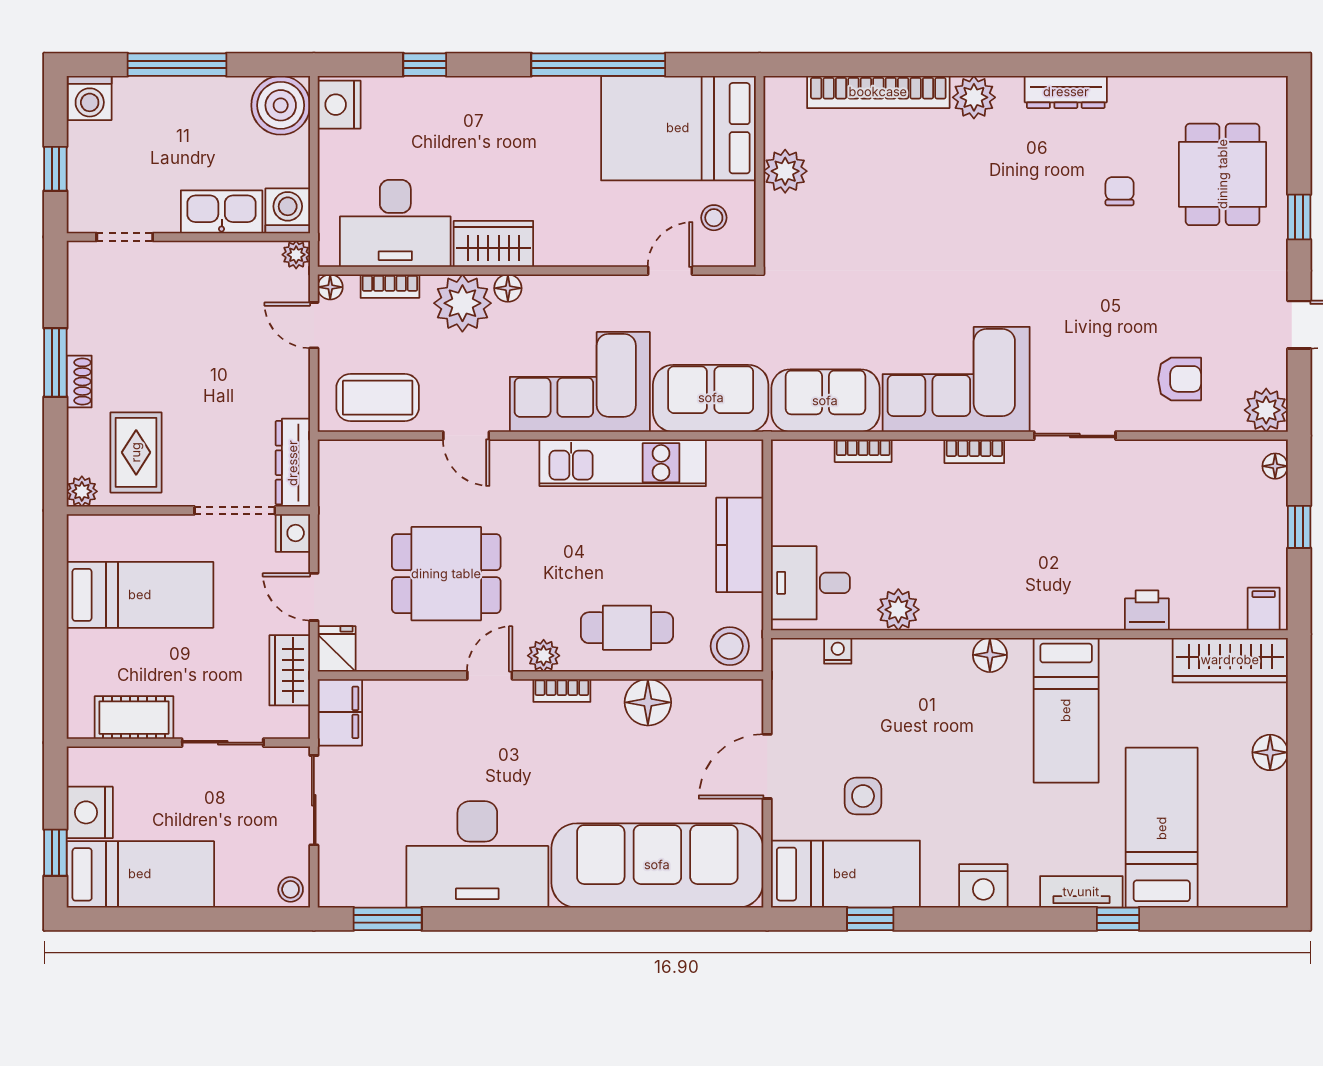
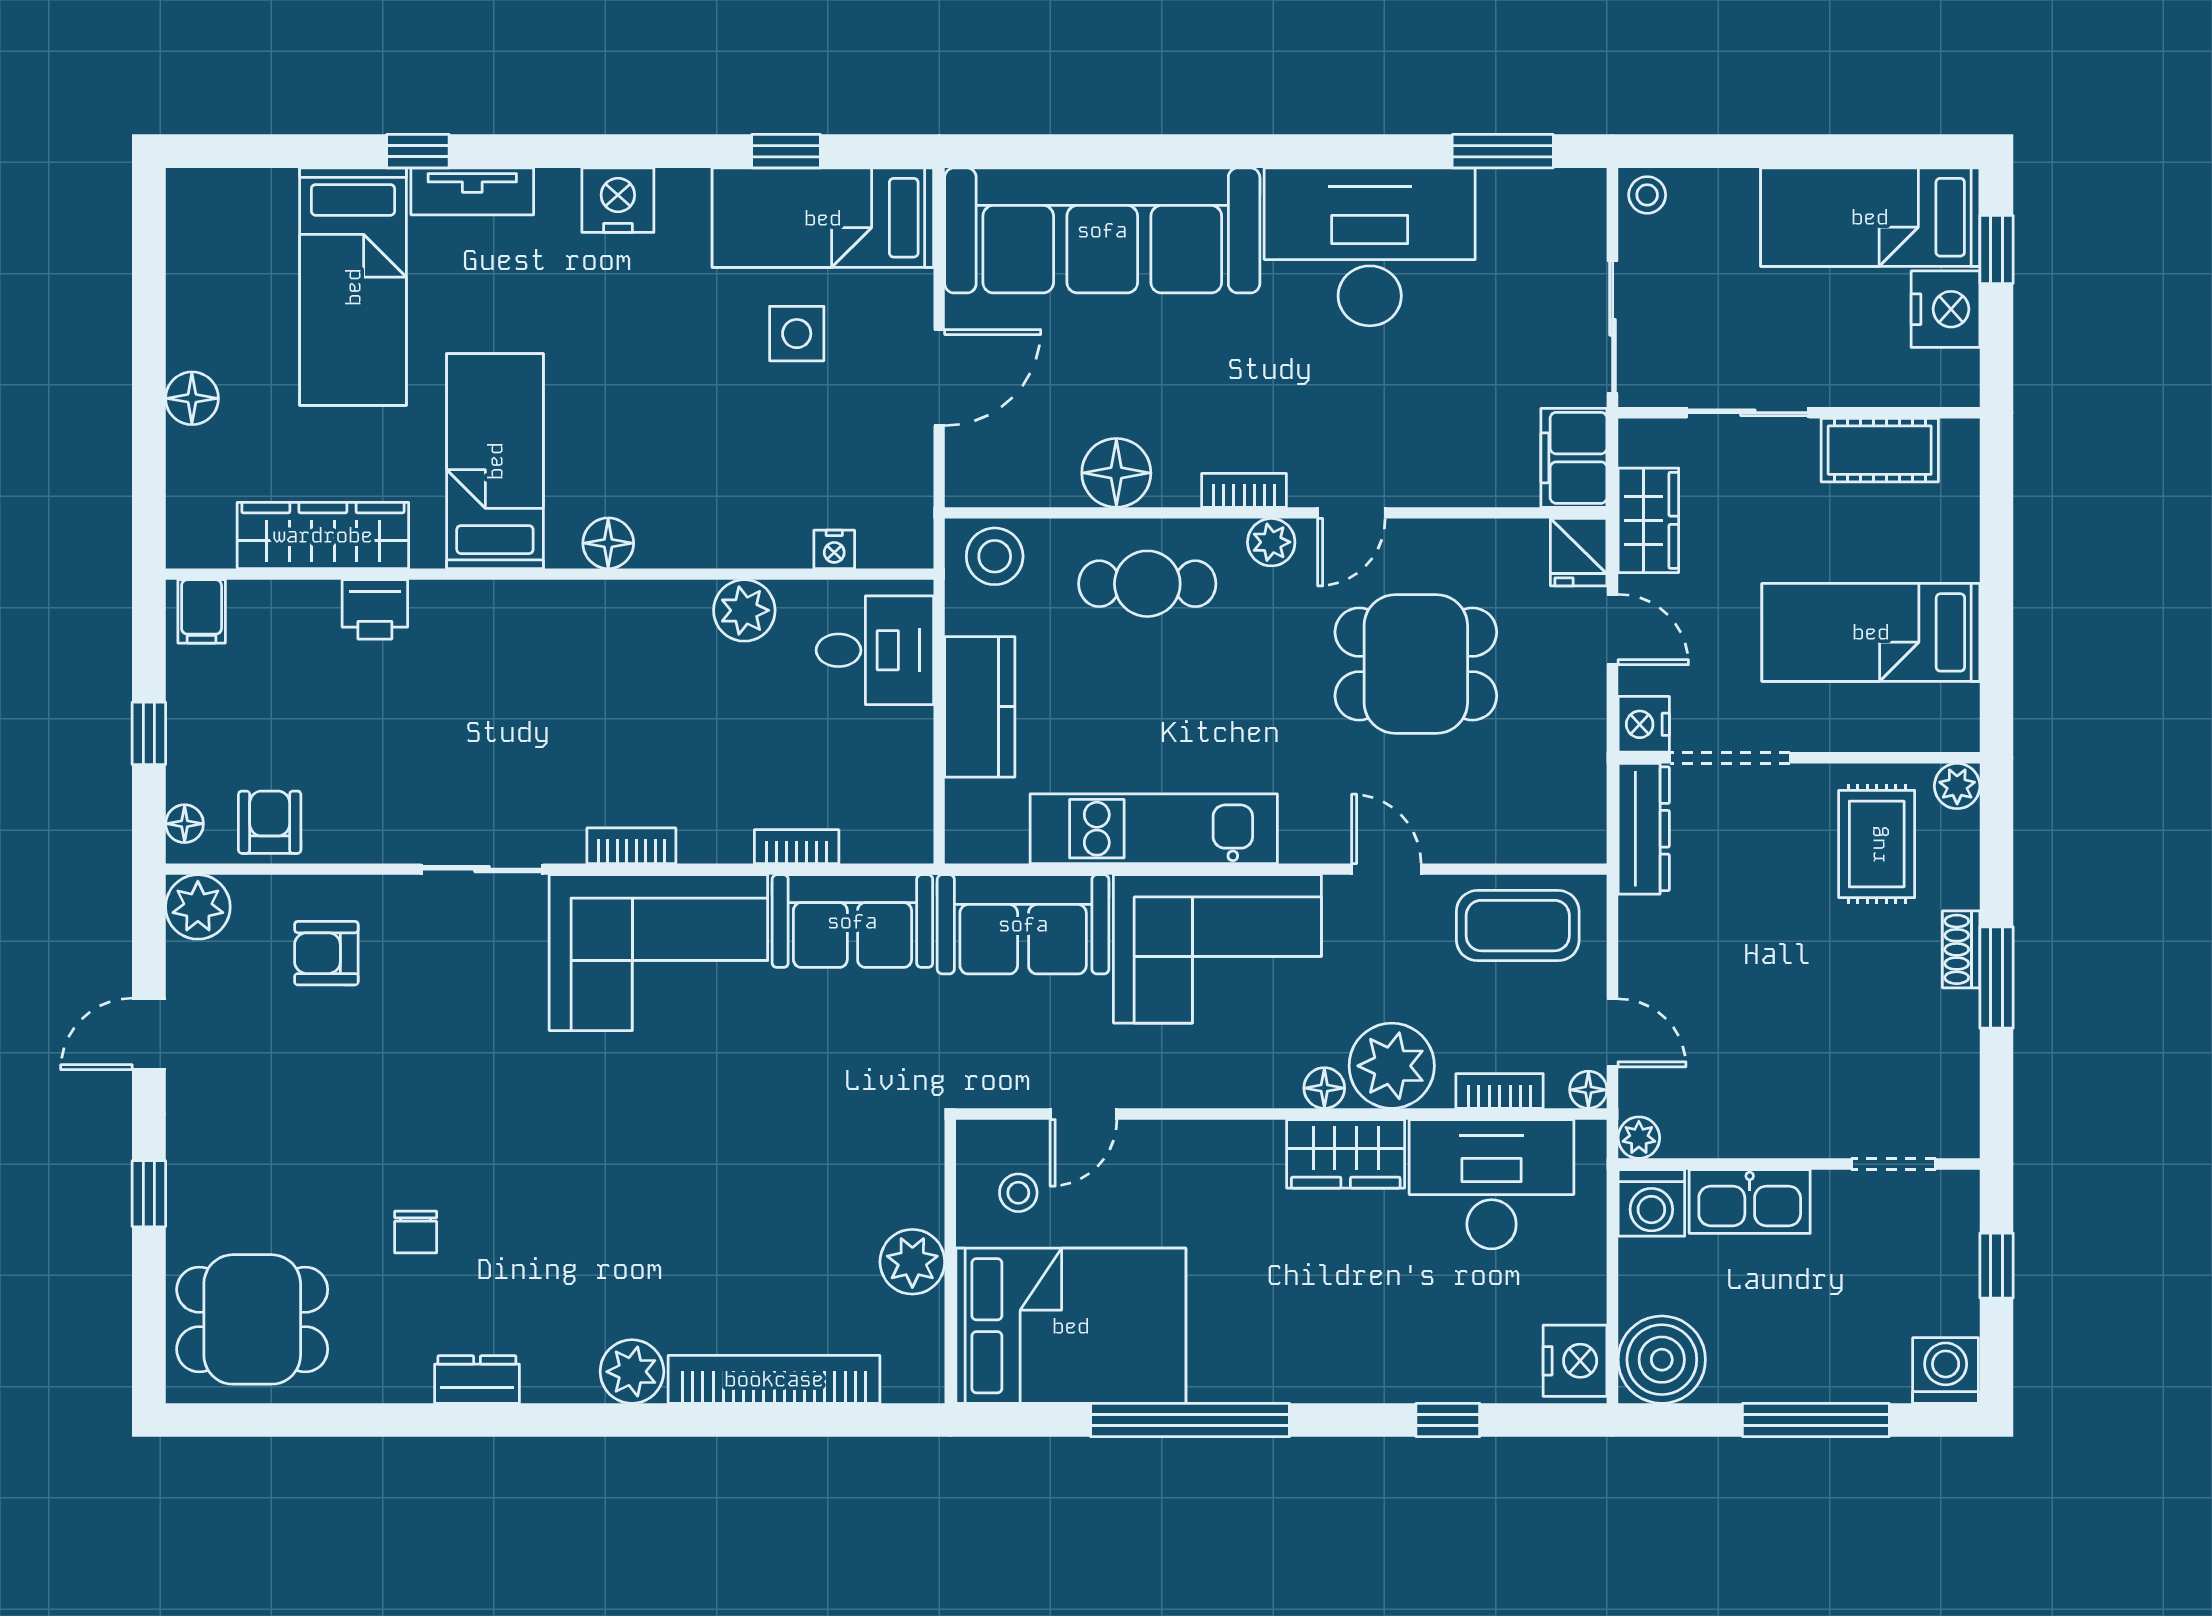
dresser: (1066, 92) -> (477, 1379), width x0.70
dining table: (1223, 174) -> (252, 1319), moved, turned 90
armchair: (1218, 467) -> (270, 822), added
wardrobe: (1230, 660) -> (323, 535), moved

